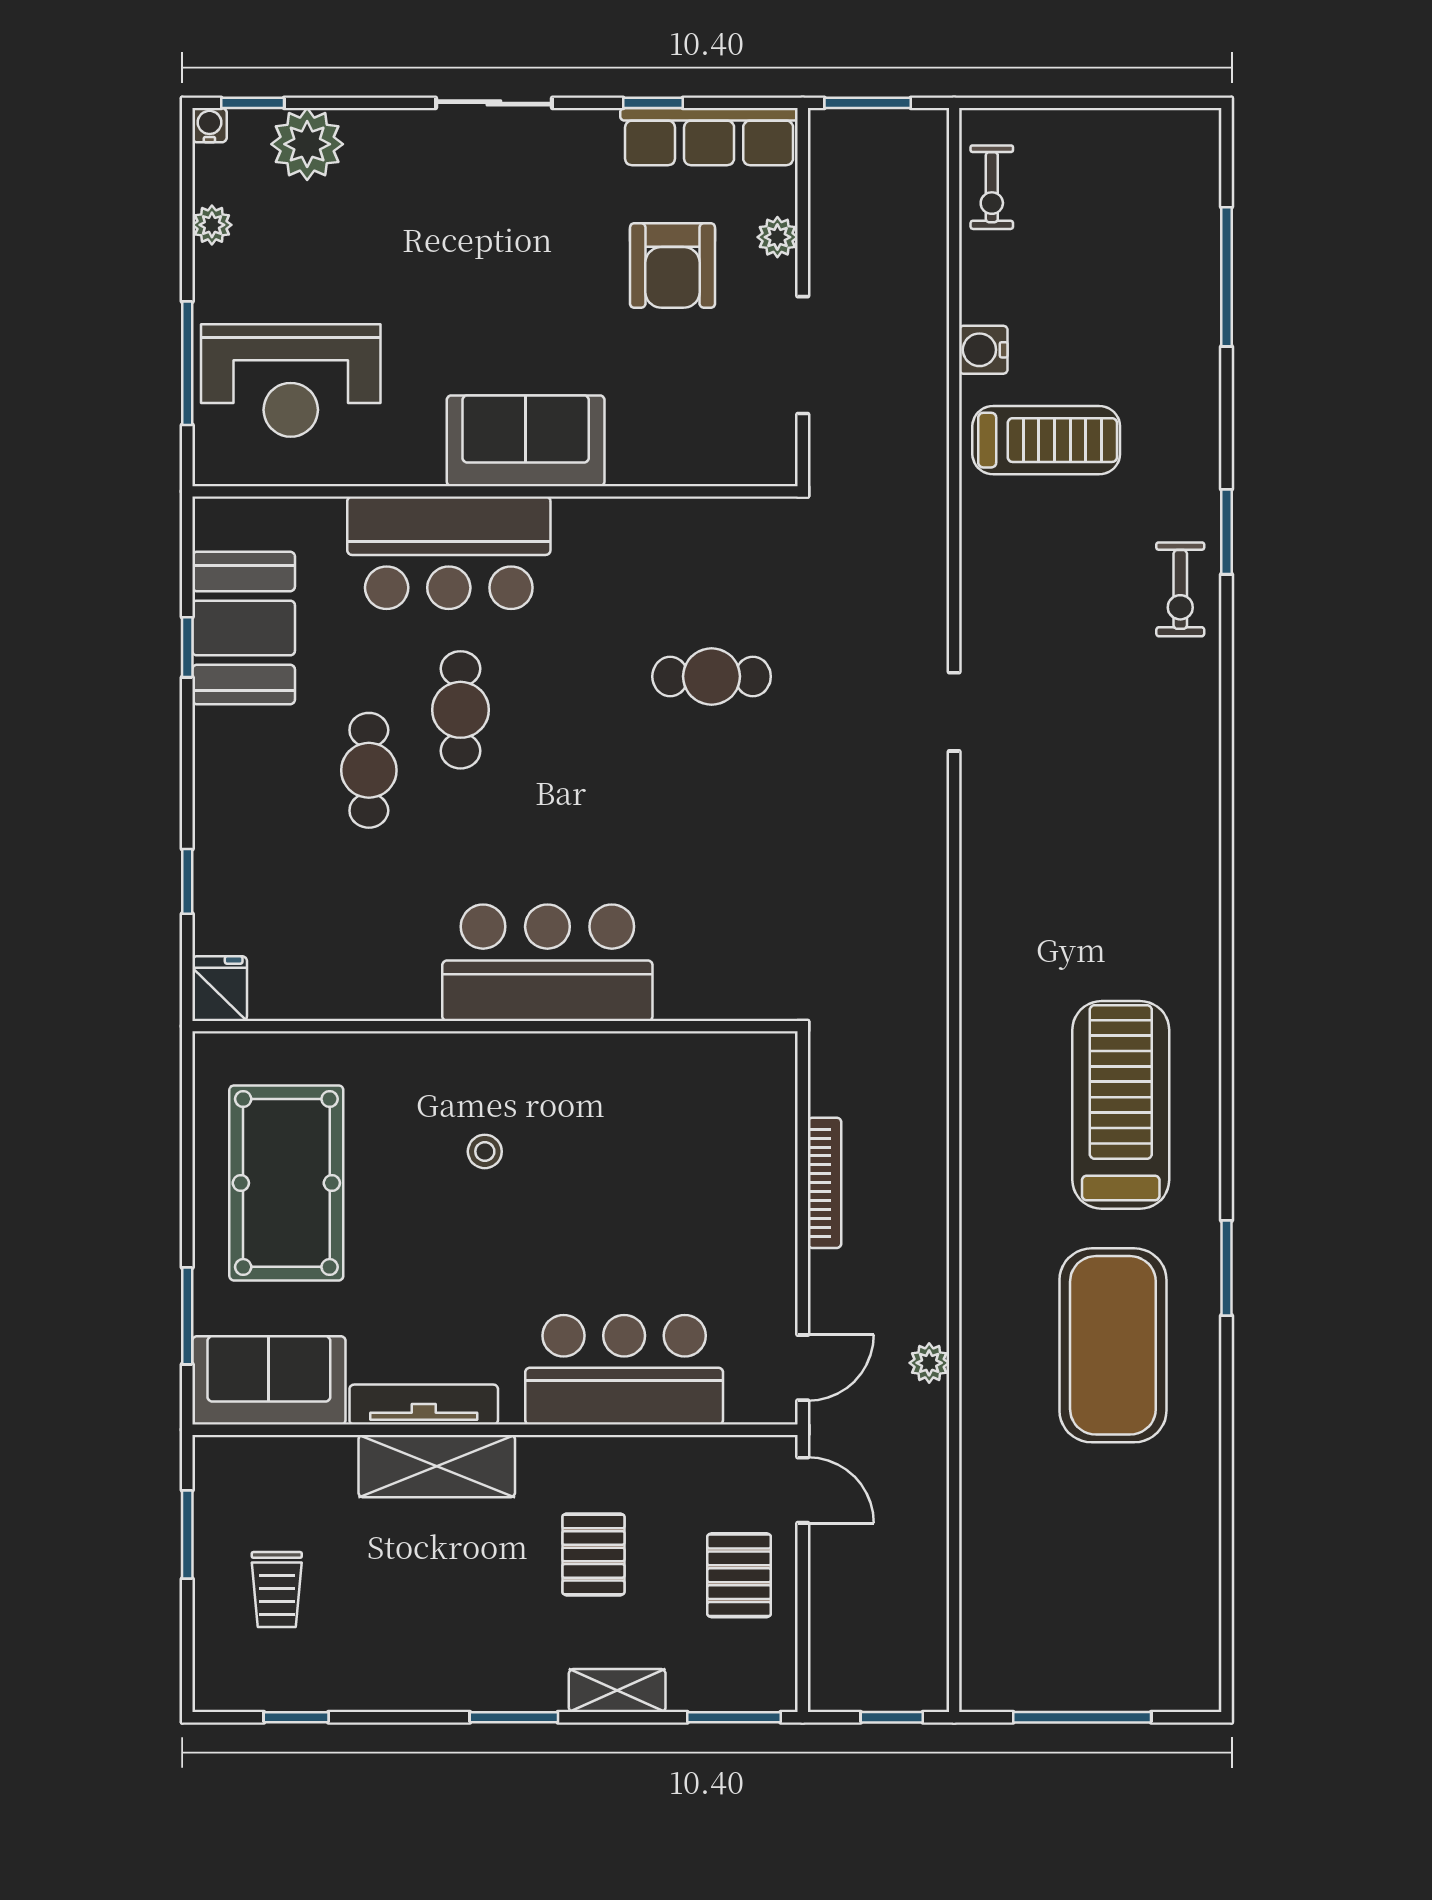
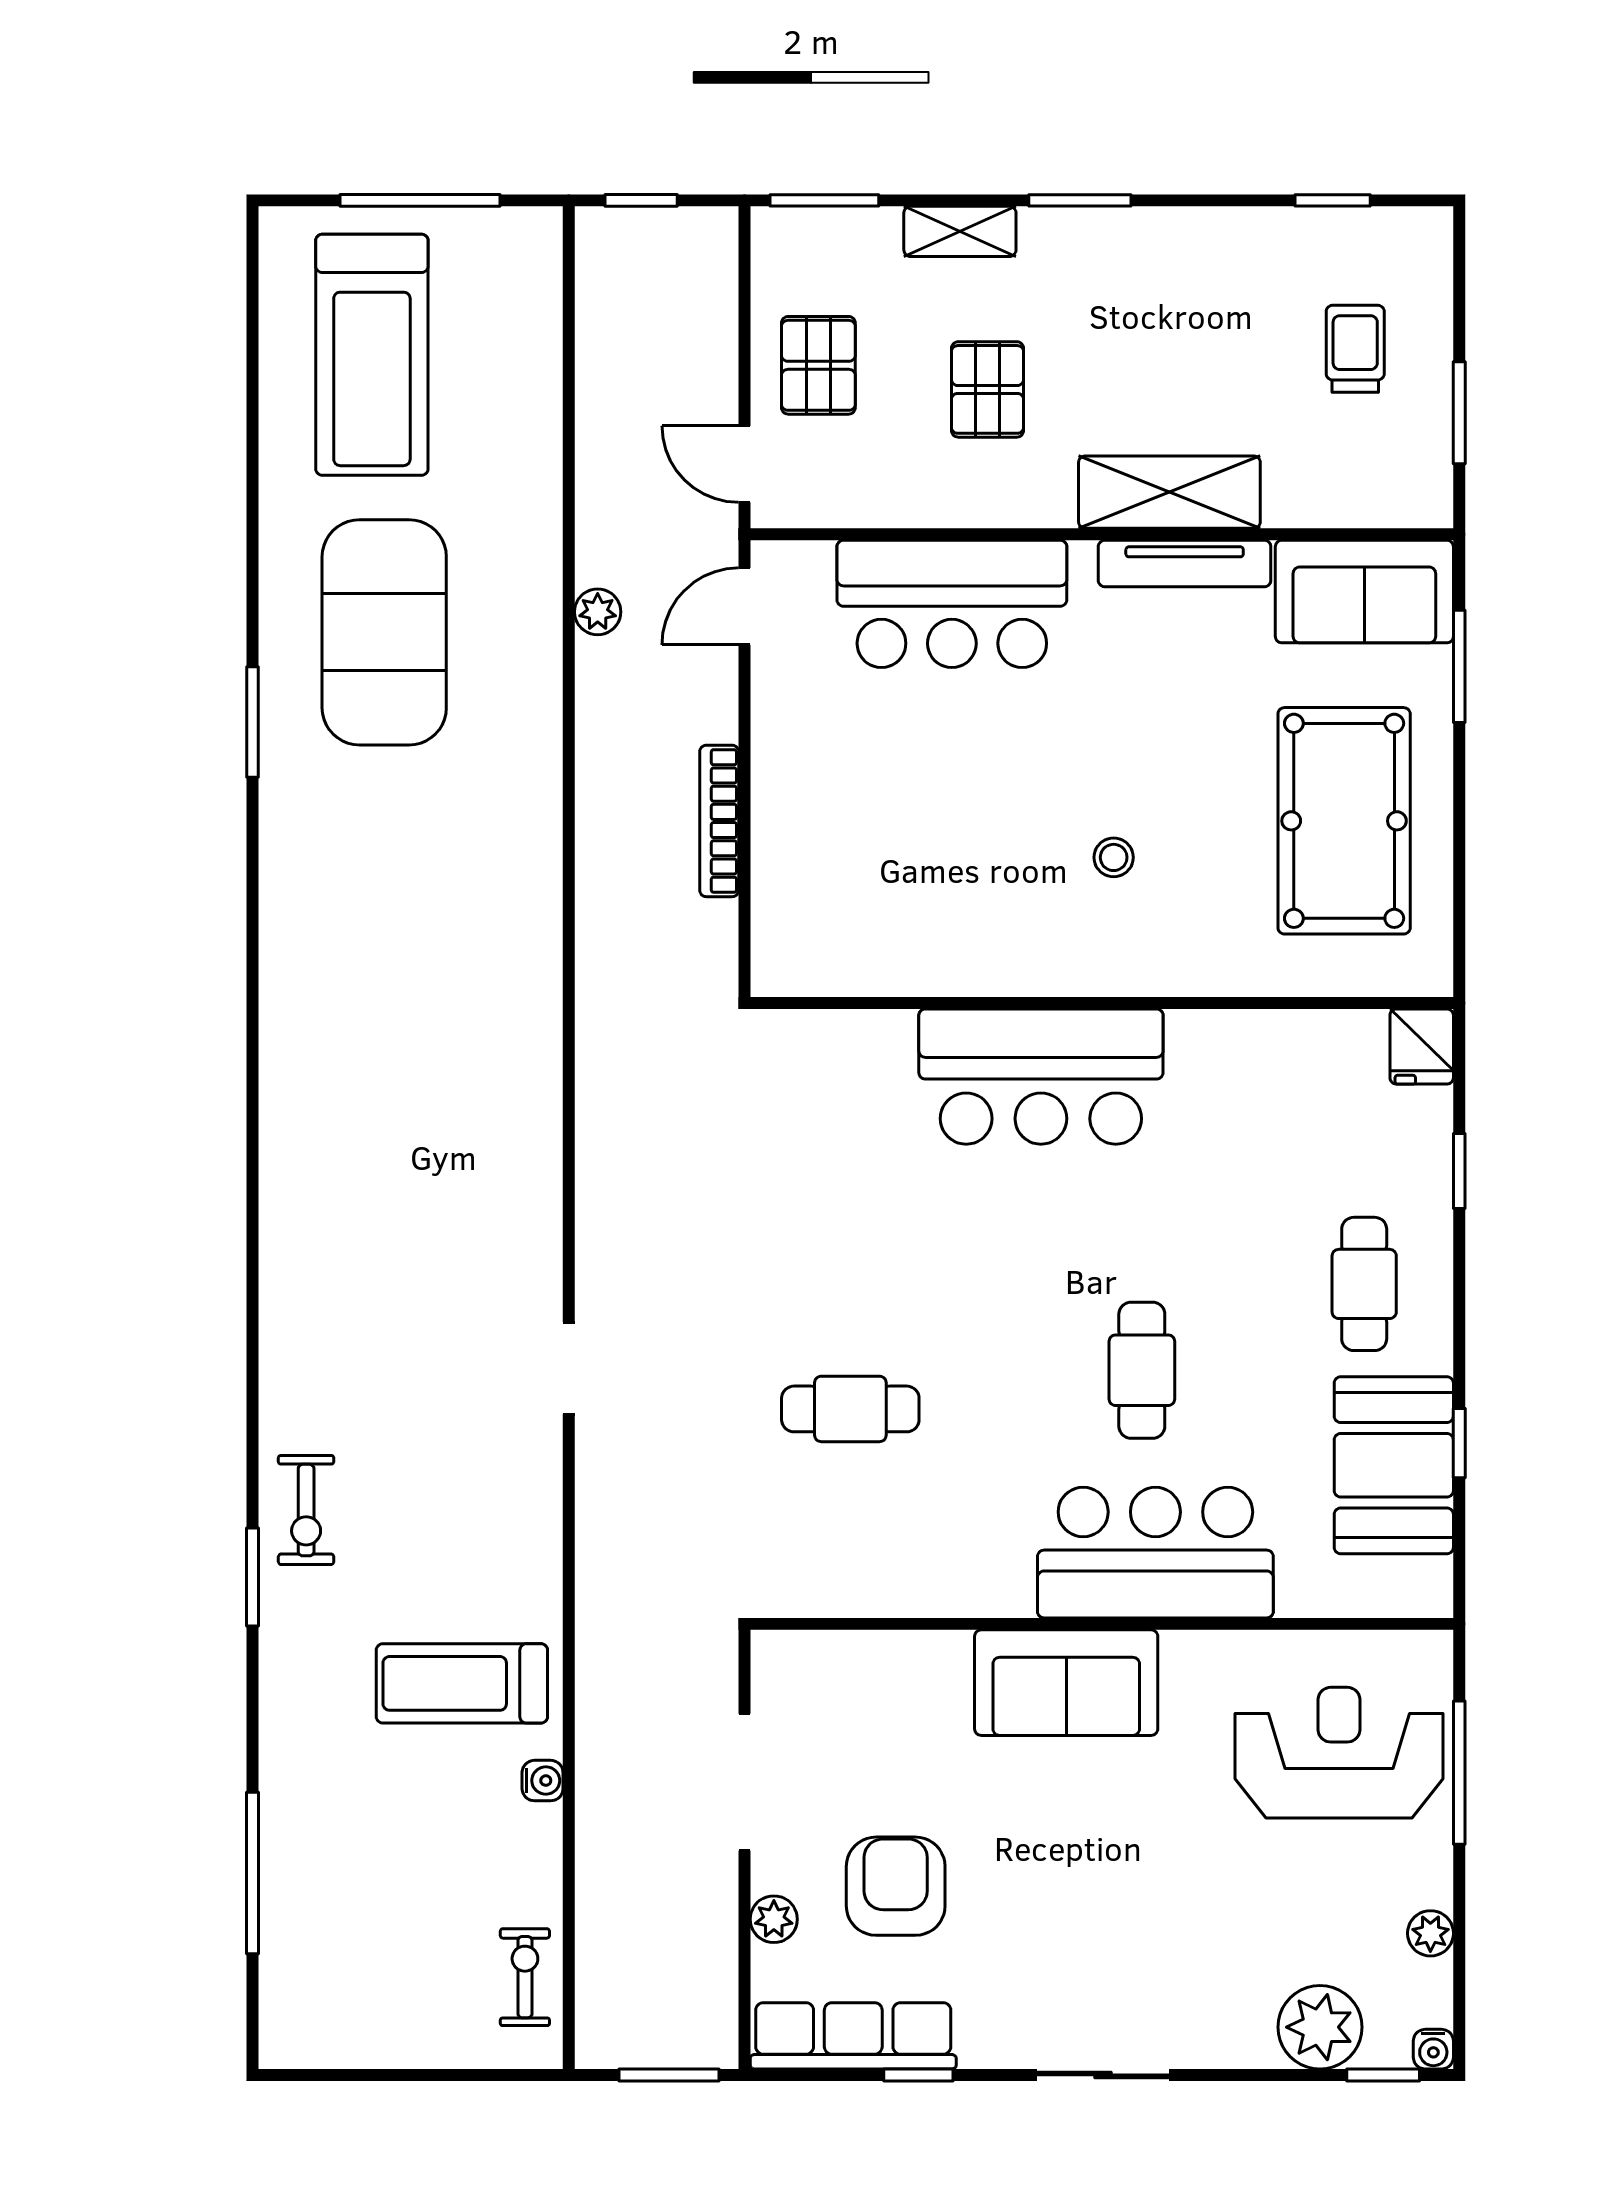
water cooler: (983, 350) -> (543, 1781), width x0.72, depth x0.72
exercise bike: (1180, 589) -> (306, 1510), turned 180
cafe table: (369, 770) -> (1364, 1284), moved
treadmill: (1121, 1105) -> (372, 355), moved

